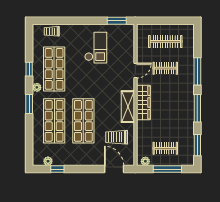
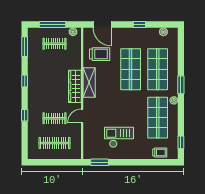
checkout: (96, 48) -> (119, 137), turned 90
window: (29, 69) -> (181, 142), moved
window: (197, 71) -> (25, 115), width x0.46
window: (197, 108) -> (25, 81), width x0.46
window: (57, 169) -> (139, 25), moved

